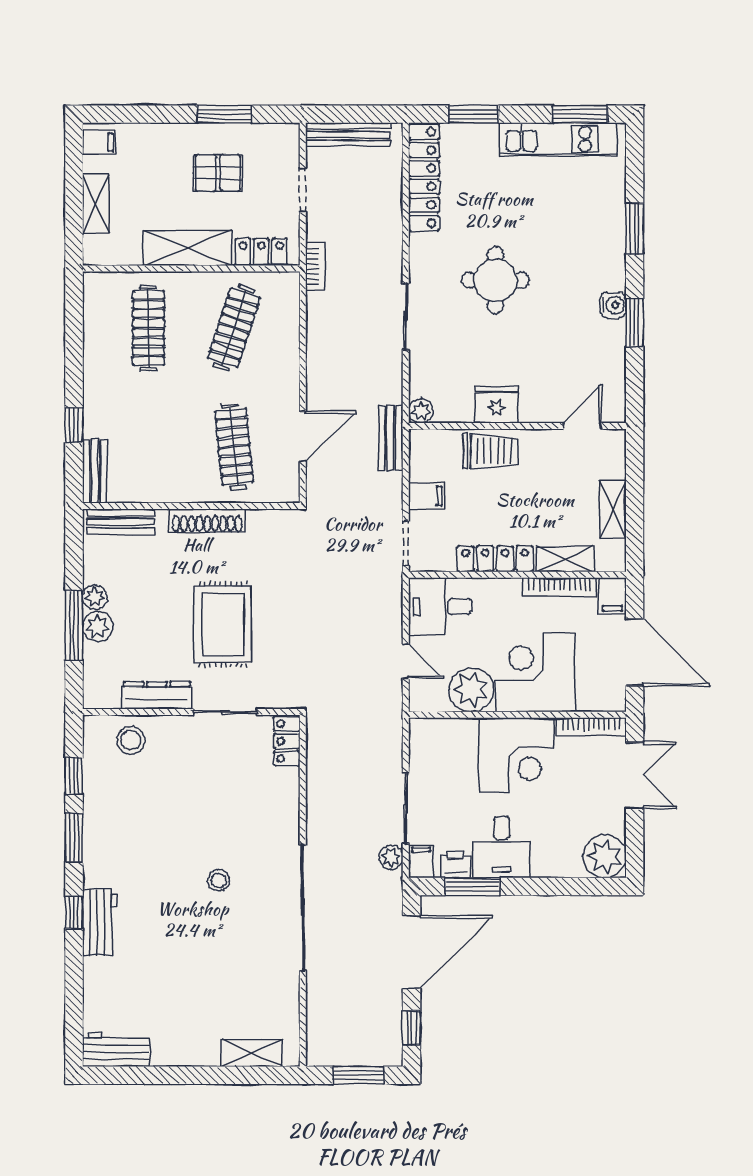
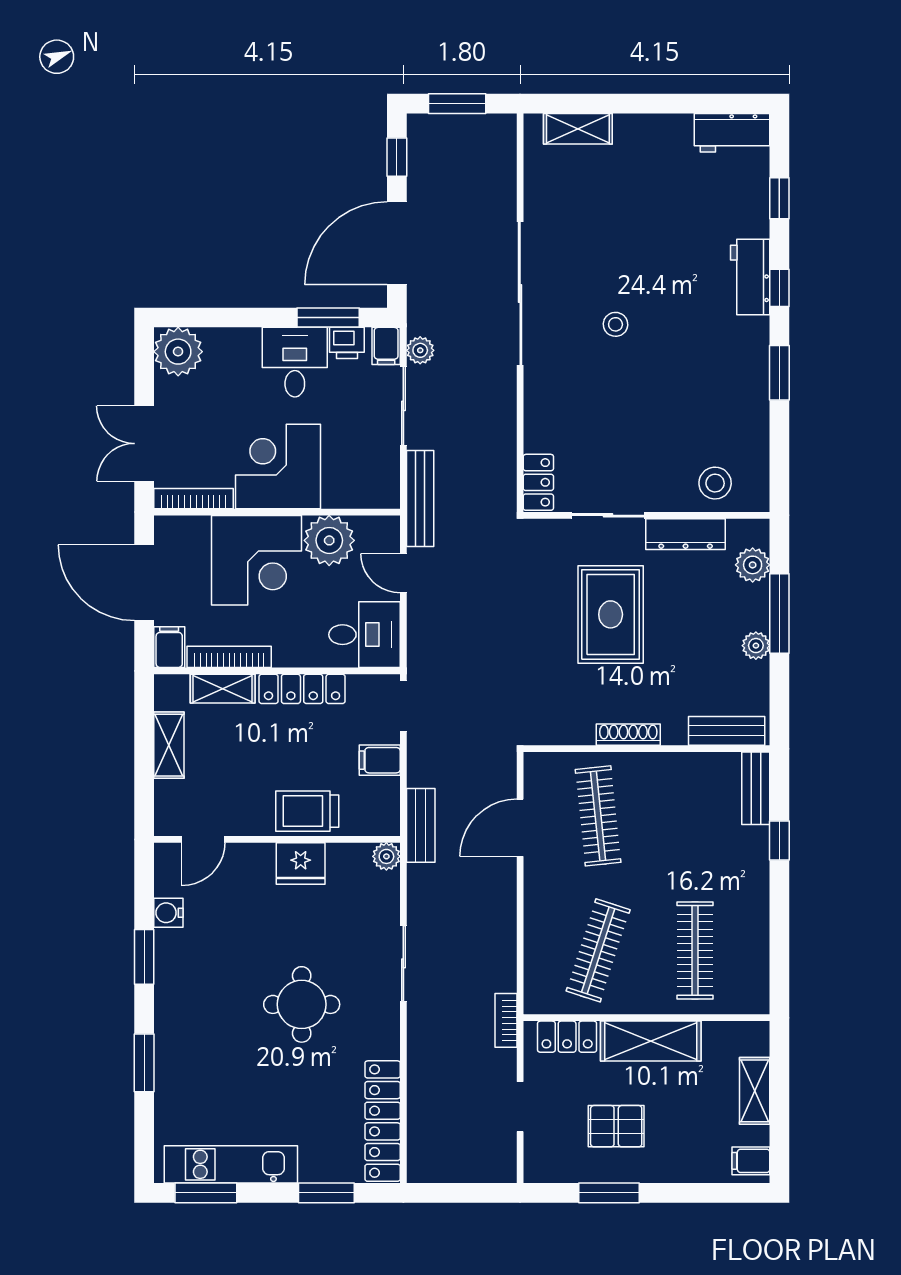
bench: (348, 135) -> (420, 498), moved, turned 90
water cooler: (613, 305) -> (168, 913), moved
shoe rack: (207, 521) -> (628, 735), width x0.74, depth x0.81
plant: (98, 627) -> (753, 565), moved
window: (74, 776) -> (779, 198), moved

